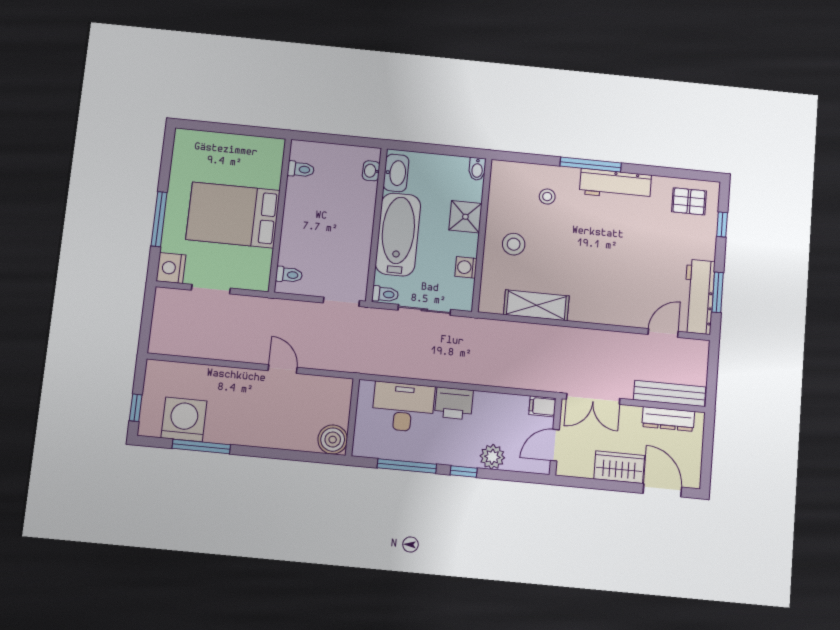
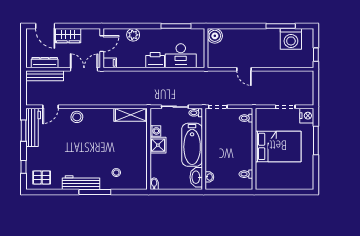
shower: (465, 217) -> (158, 145), moved
stool: (514, 244) -> (77, 117), moved
shelving: (536, 305) -> (131, 115), moved
window: (136, 408) -> (316, 55), moved
window: (464, 471) -> (147, 26), removed

